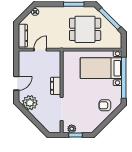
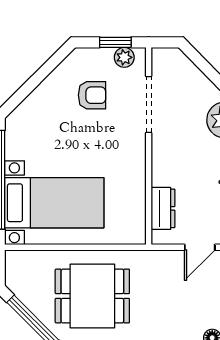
dresser: (56, 86) -> (163, 208), moved
armchair: (105, 105) -> (92, 95), moved

